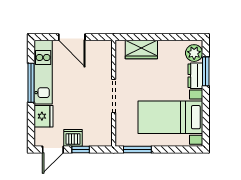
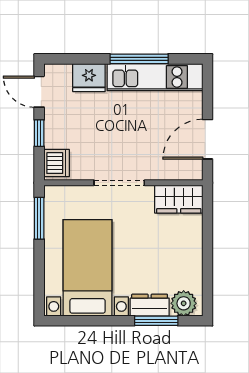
door: (72, 37) -> (207, 139), moved
wardrobe: (141, 50) -> (179, 199), moved, turned -90
dishwasher: (73, 138) -> (57, 163), moved

